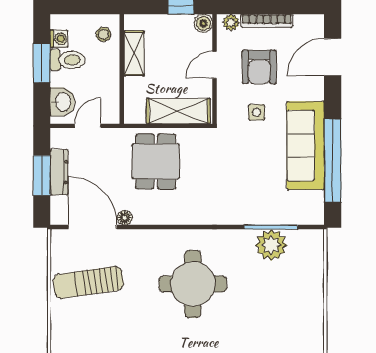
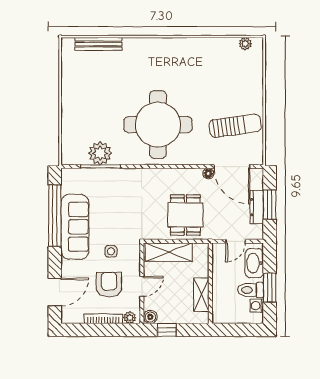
stool: (103, 34) -> (224, 309), removed
washbasin: (62, 102) -> (254, 263), width x1.38
round table: (193, 284) -> (158, 125), width x1.36, depth x1.36

